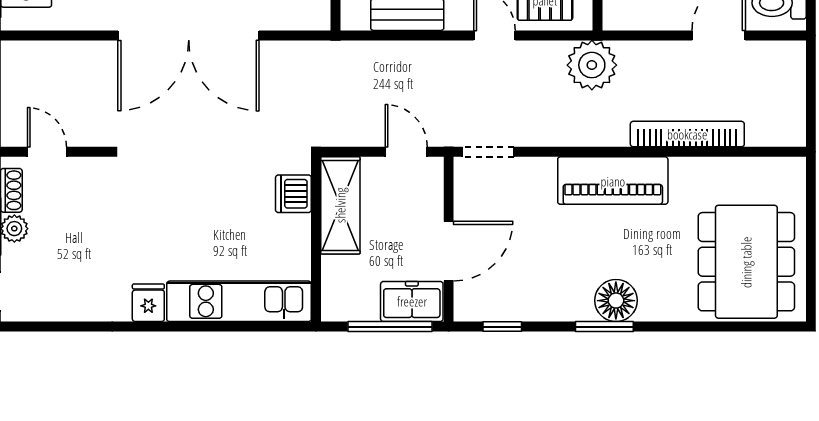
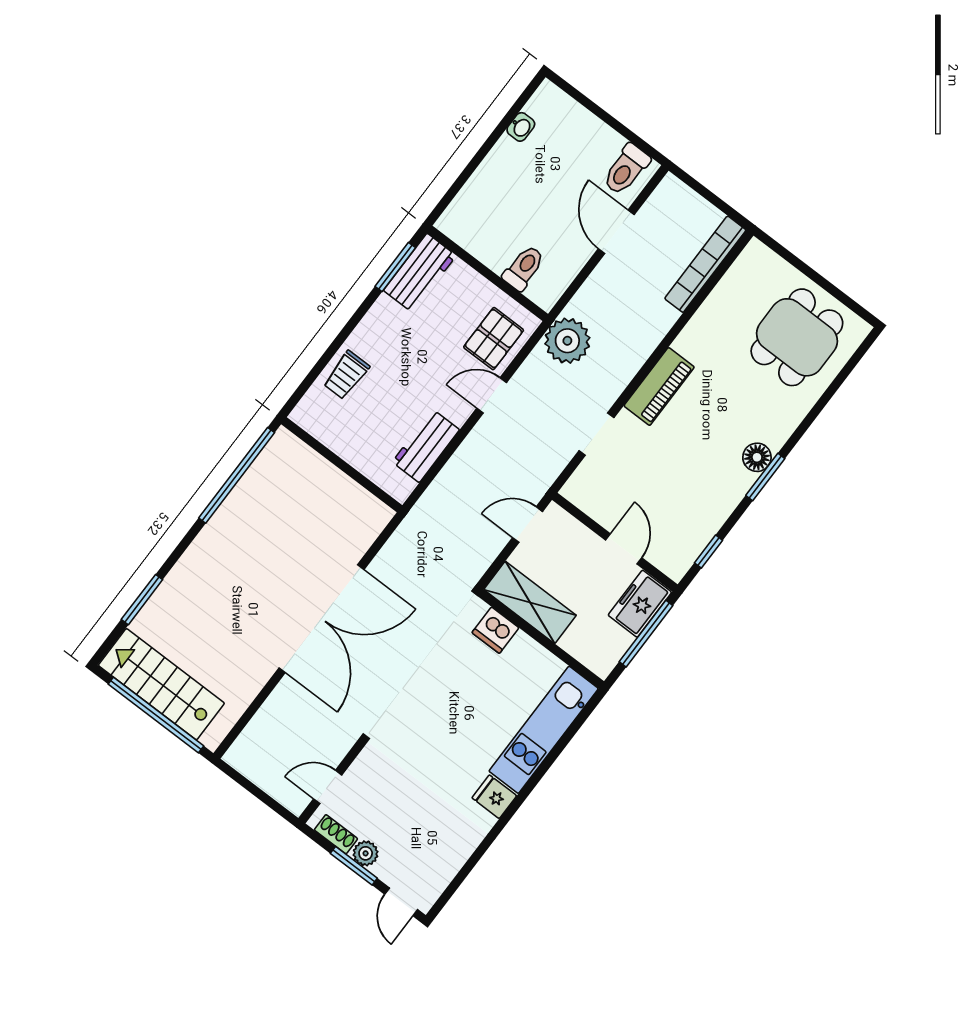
bookcase: (687, 134) -> (705, 264), moved
doorway: (488, 152) -> (596, 434), moved
piano: (613, 181) -> (659, 386), width x0.73, depth x0.75
door: (449, 251) -> (624, 549), width x0.73
dining table: (746, 262) -> (797, 337), width x0.73
floor lamp: (616, 301) -> (757, 457), width x0.73, depth x0.73

